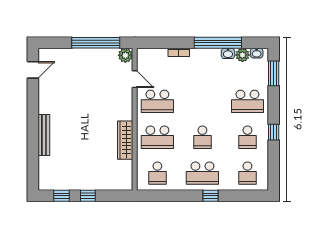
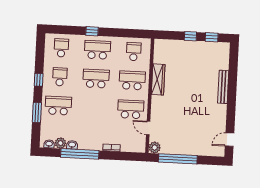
window: (274, 73) -> (37, 112), moved
school desk: (202, 137) -> (96, 79), width x1.85

